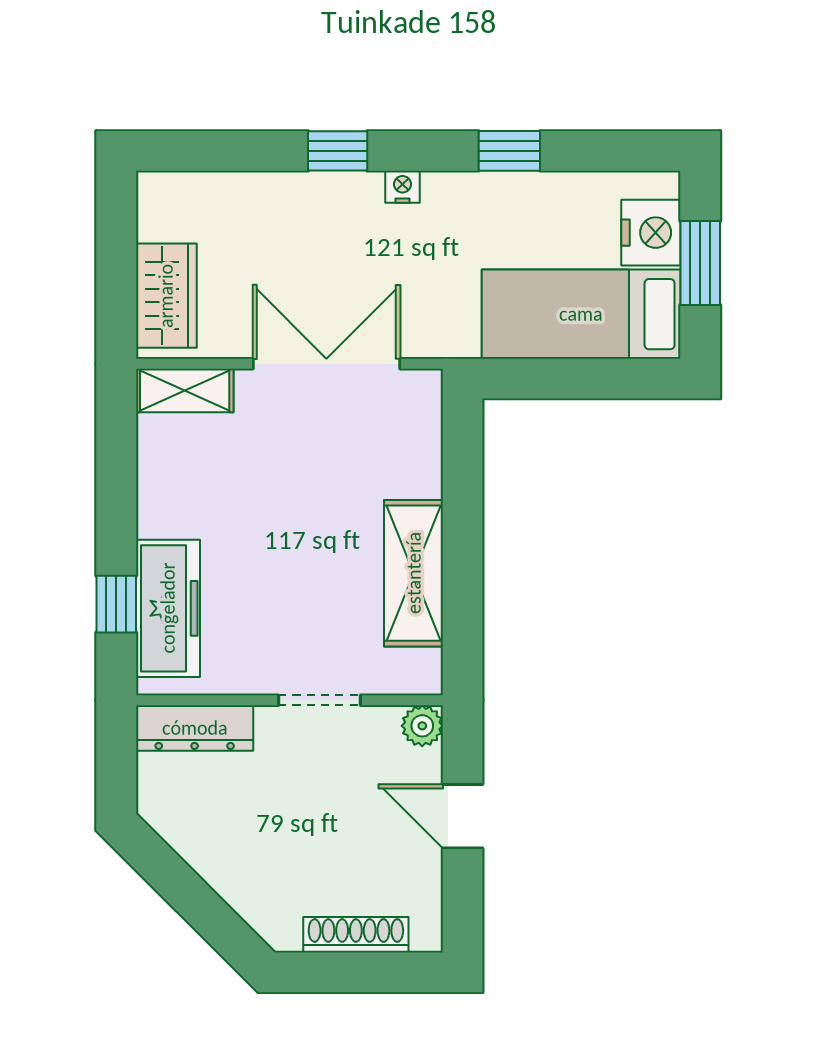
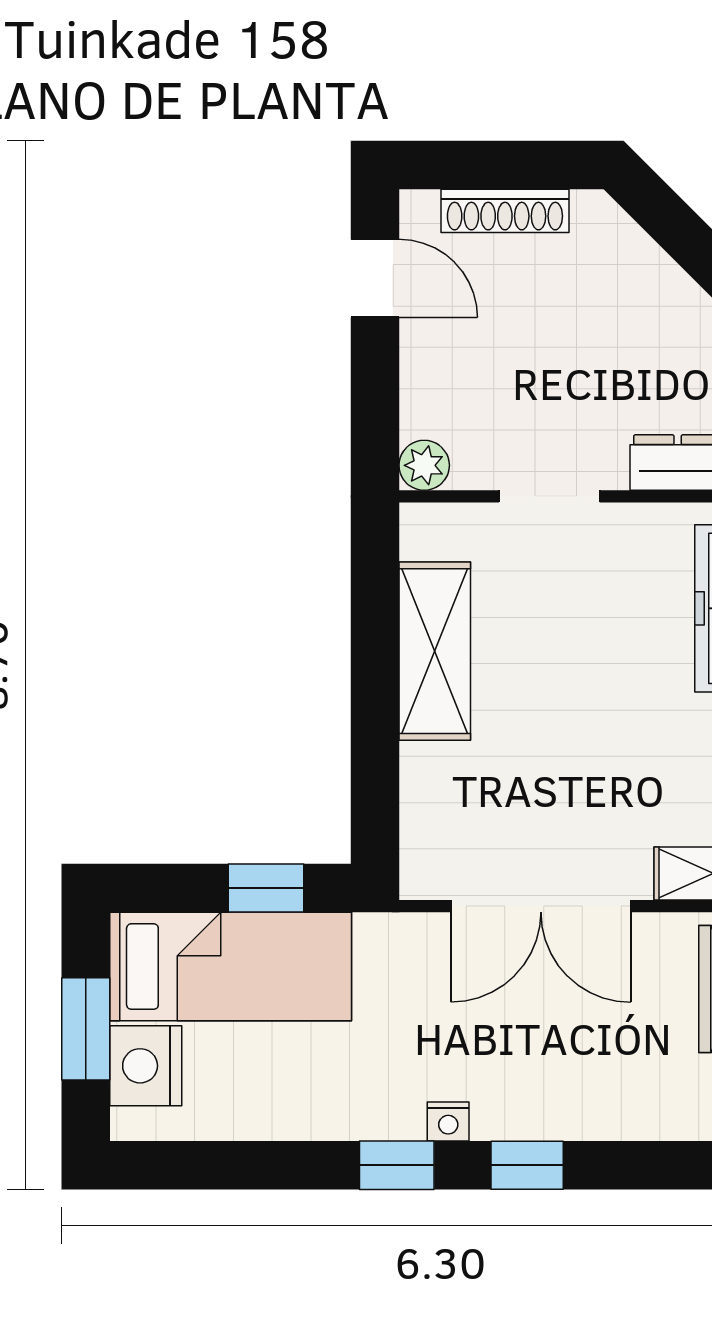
window: (509, 151) -> (397, 1165), moved
window: (552, 379) -> (266, 888), added
door: (463, 816) -> (375, 278), moved

